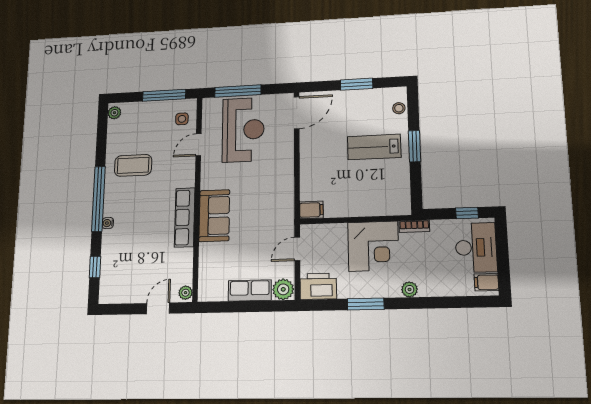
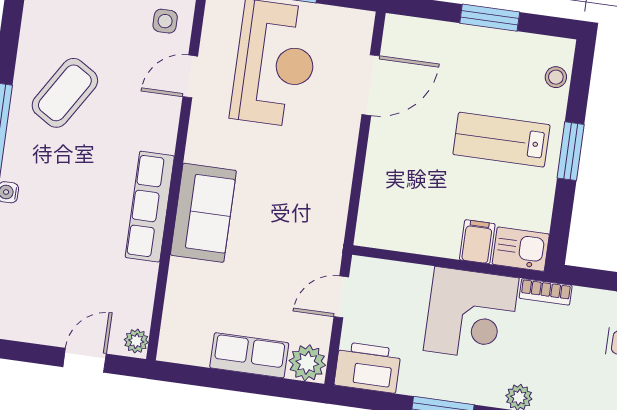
door: (297, 113) -> (371, 85), moved
coffee table: (133, 165) -> (65, 93), turned -58
kitchen sink: (396, 205) -> (521, 249), added
filing cabinet: (311, 210) -> (477, 242), moved, turned -90

